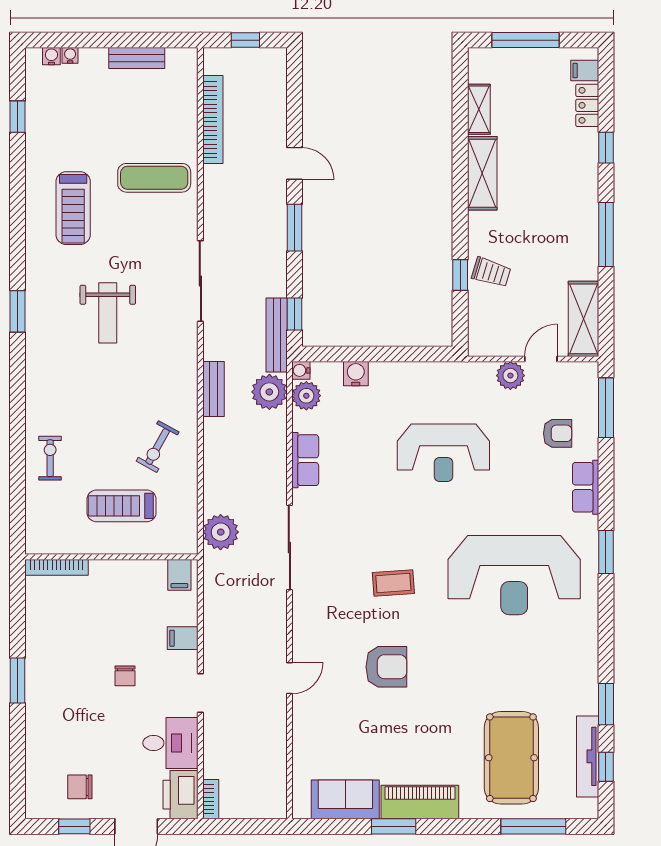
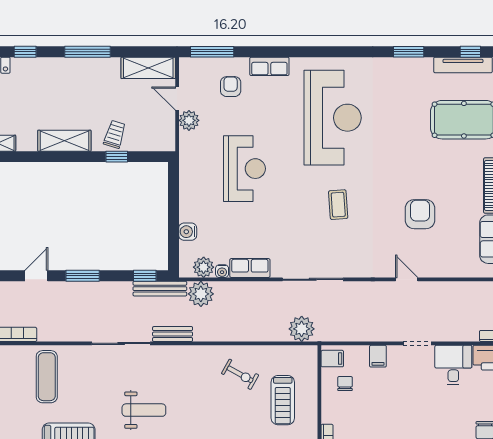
shelving: (482, 173) -> (64, 141), moved
water cooler: (301, 370) -> (222, 271), moved
bench: (213, 389) -> (173, 334), moved
window: (606, 552) -> (316, 52), removed
armchair: (386, 667) -> (420, 214), moved
chair: (125, 676) -> (345, 383), moved, turned -90
window: (606, 704) -> (409, 52), moved

